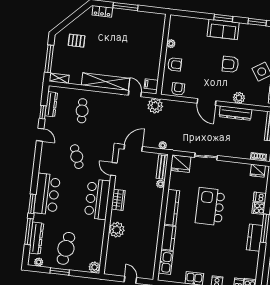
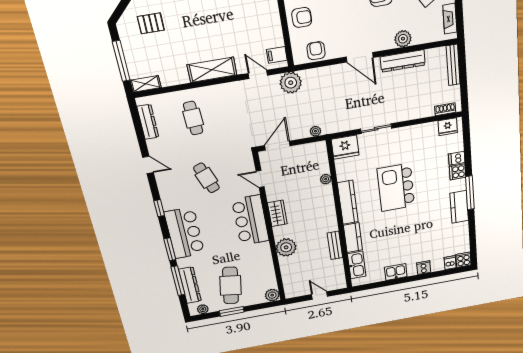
shelving: (106, 82) -> (212, 70), width x0.68
window: (43, 112) -> (159, 208), moved
bench: (162, 167) -> (335, 245), moved

